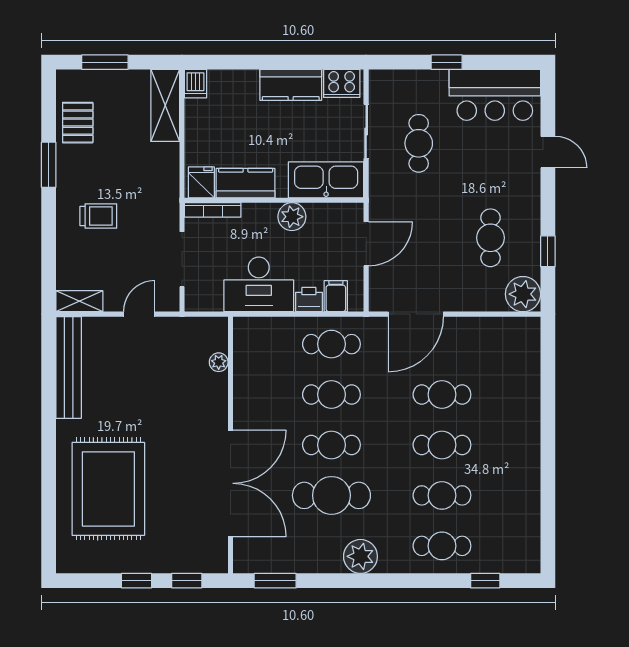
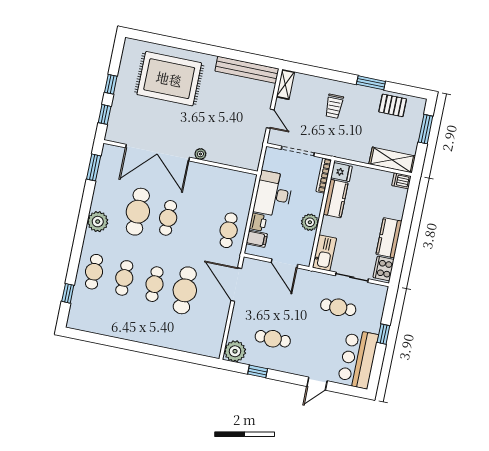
kitchen sink: (326, 180) -> (324, 253), width x0.73, depth x0.81
plant: (219, 362) -> (200, 154), moved
cafe table: (331, 395) -> (198, 224), removed
cafe table: (442, 395) -> (185, 290), width x1.37, depth x1.35

